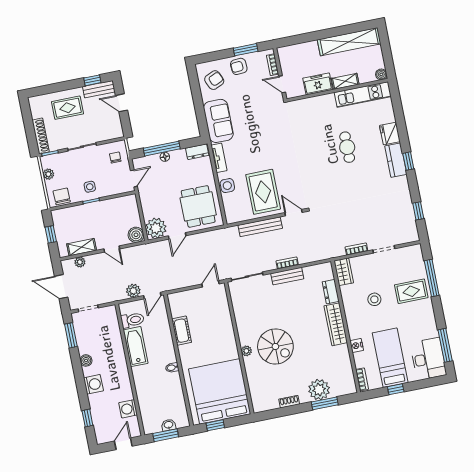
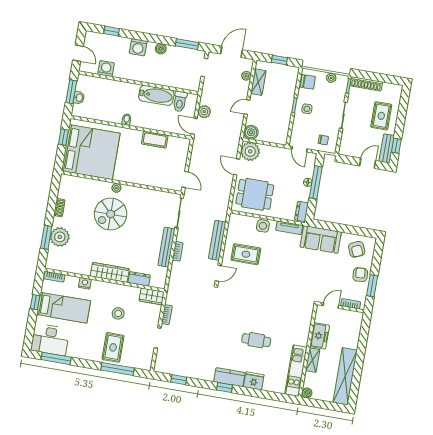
rug: (263, 192) -> (246, 254), width x0.73, depth x0.70
bench: (287, 276) -> (166, 247), width x1.36

